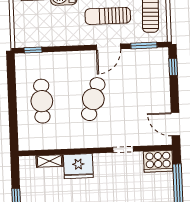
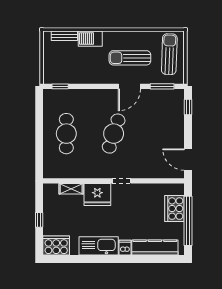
doorway: (123, 149) -> (121, 181), moved
cooker: (158, 161) -> (175, 209), moved, turned 90

